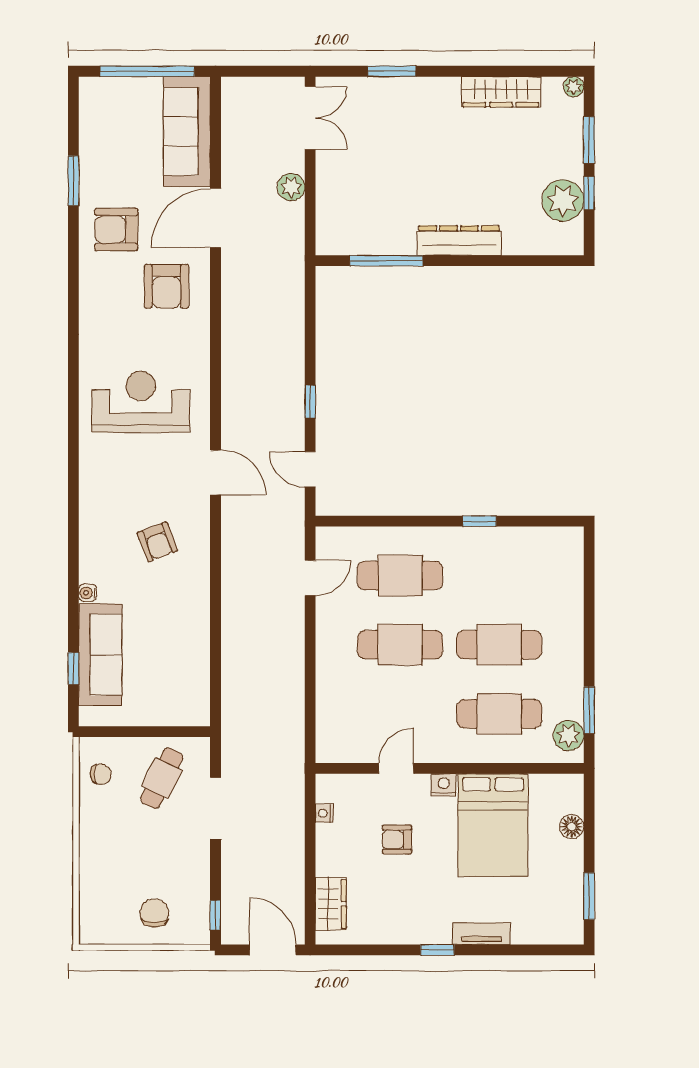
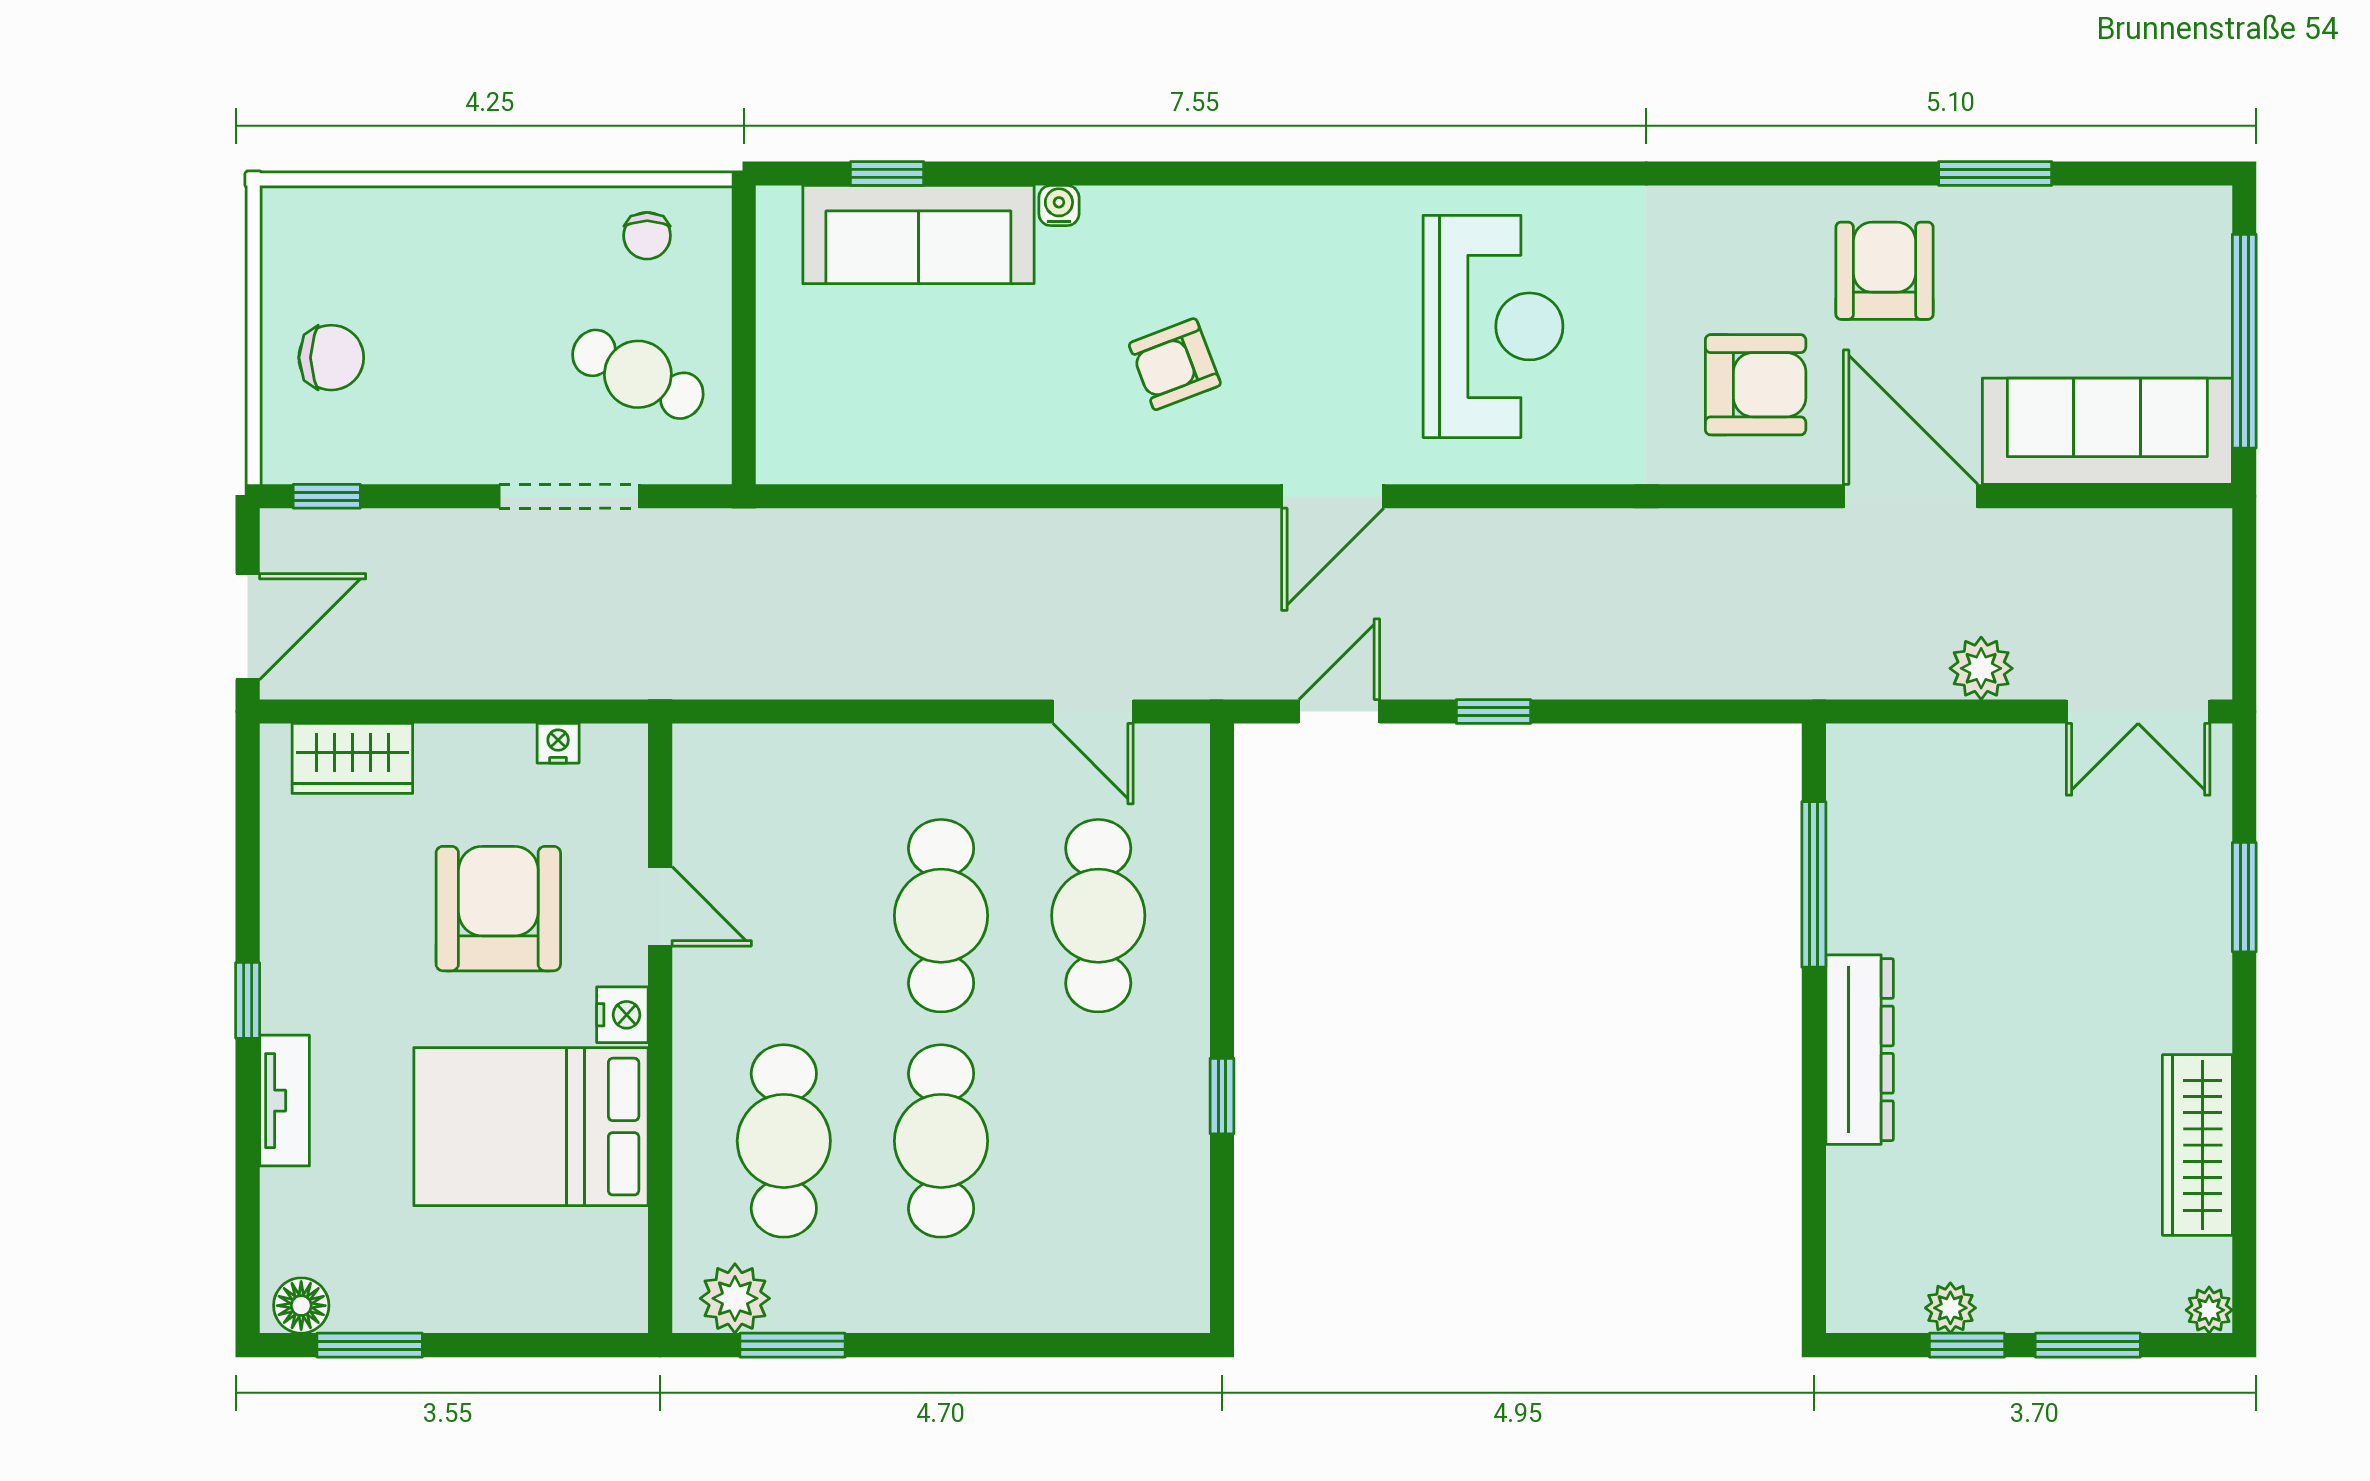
plant: (563, 201) -> (1950, 1308), width x0.53, depth x0.53
armchair: (166, 286) -> (1756, 385), turned 180
floor lamp: (572, 827) -> (301, 1306), moved
armchair: (397, 840) -> (498, 909), width x1.88, depth x1.88

